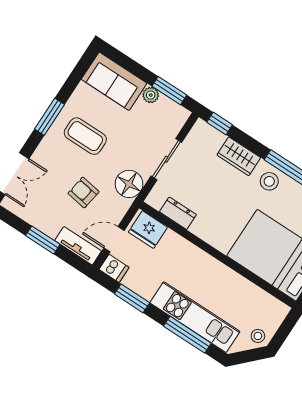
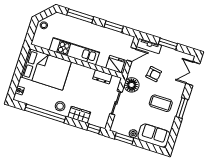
dishwasher: (114, 268) -> (127, 39), removed
kitchen unit: (195, 317) -> (74, 51), moved, turned 180

